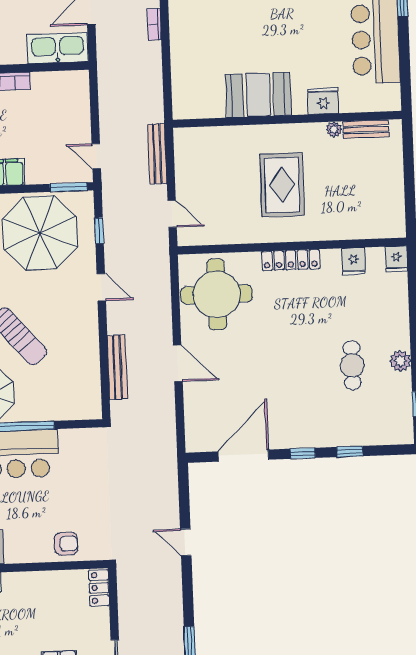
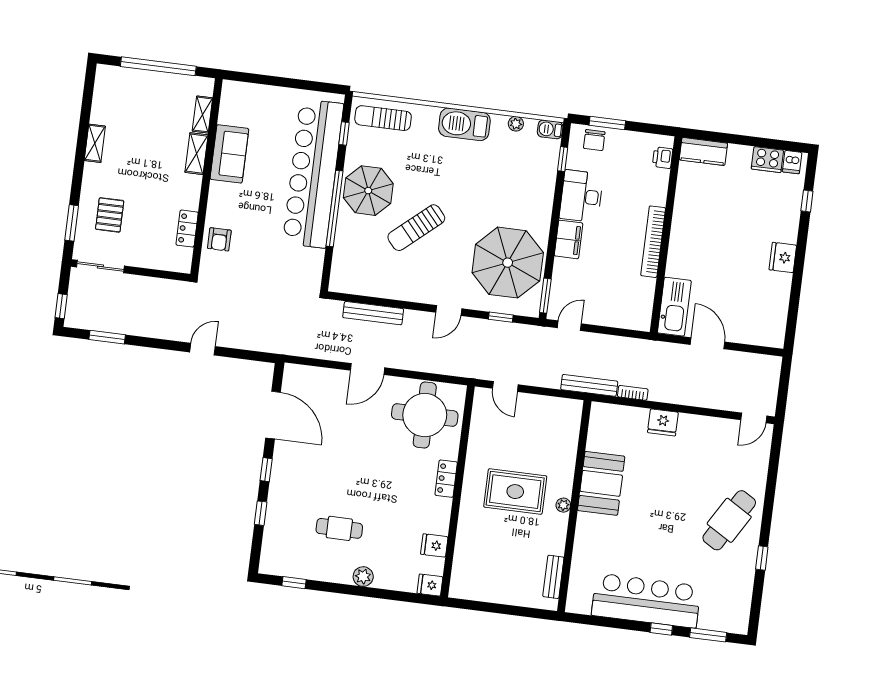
bookcase: (154, 24) -> (633, 393), moved
fridge: (323, 101) -> (663, 422), moved, turned 90
plant: (334, 129) -> (563, 505), moved
bench: (157, 154) -> (589, 385), moved
door: (172, 214) -> (505, 386), hinge flipped
locker: (291, 260) -> (446, 479), width x0.66
plant: (400, 361) -> (363, 577), moved
locker: (99, 588) -> (187, 229), moved, turned -90

